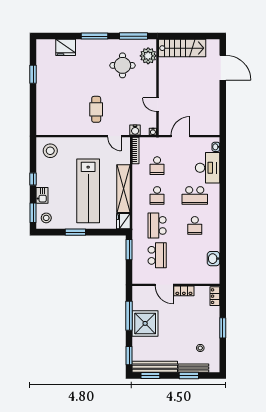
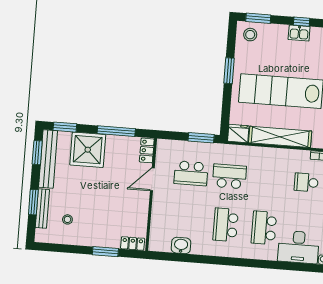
kitchen sink: (42, 195) -> (299, 33), moved
school desk: (157, 196) -> (268, 179), removed
school desk: (195, 225) -> (226, 225), width x1.85
locker: (184, 291) -> (147, 150), moved
shower: (145, 323) -> (88, 150), moved
window: (223, 328) -> (105, 252), moved

